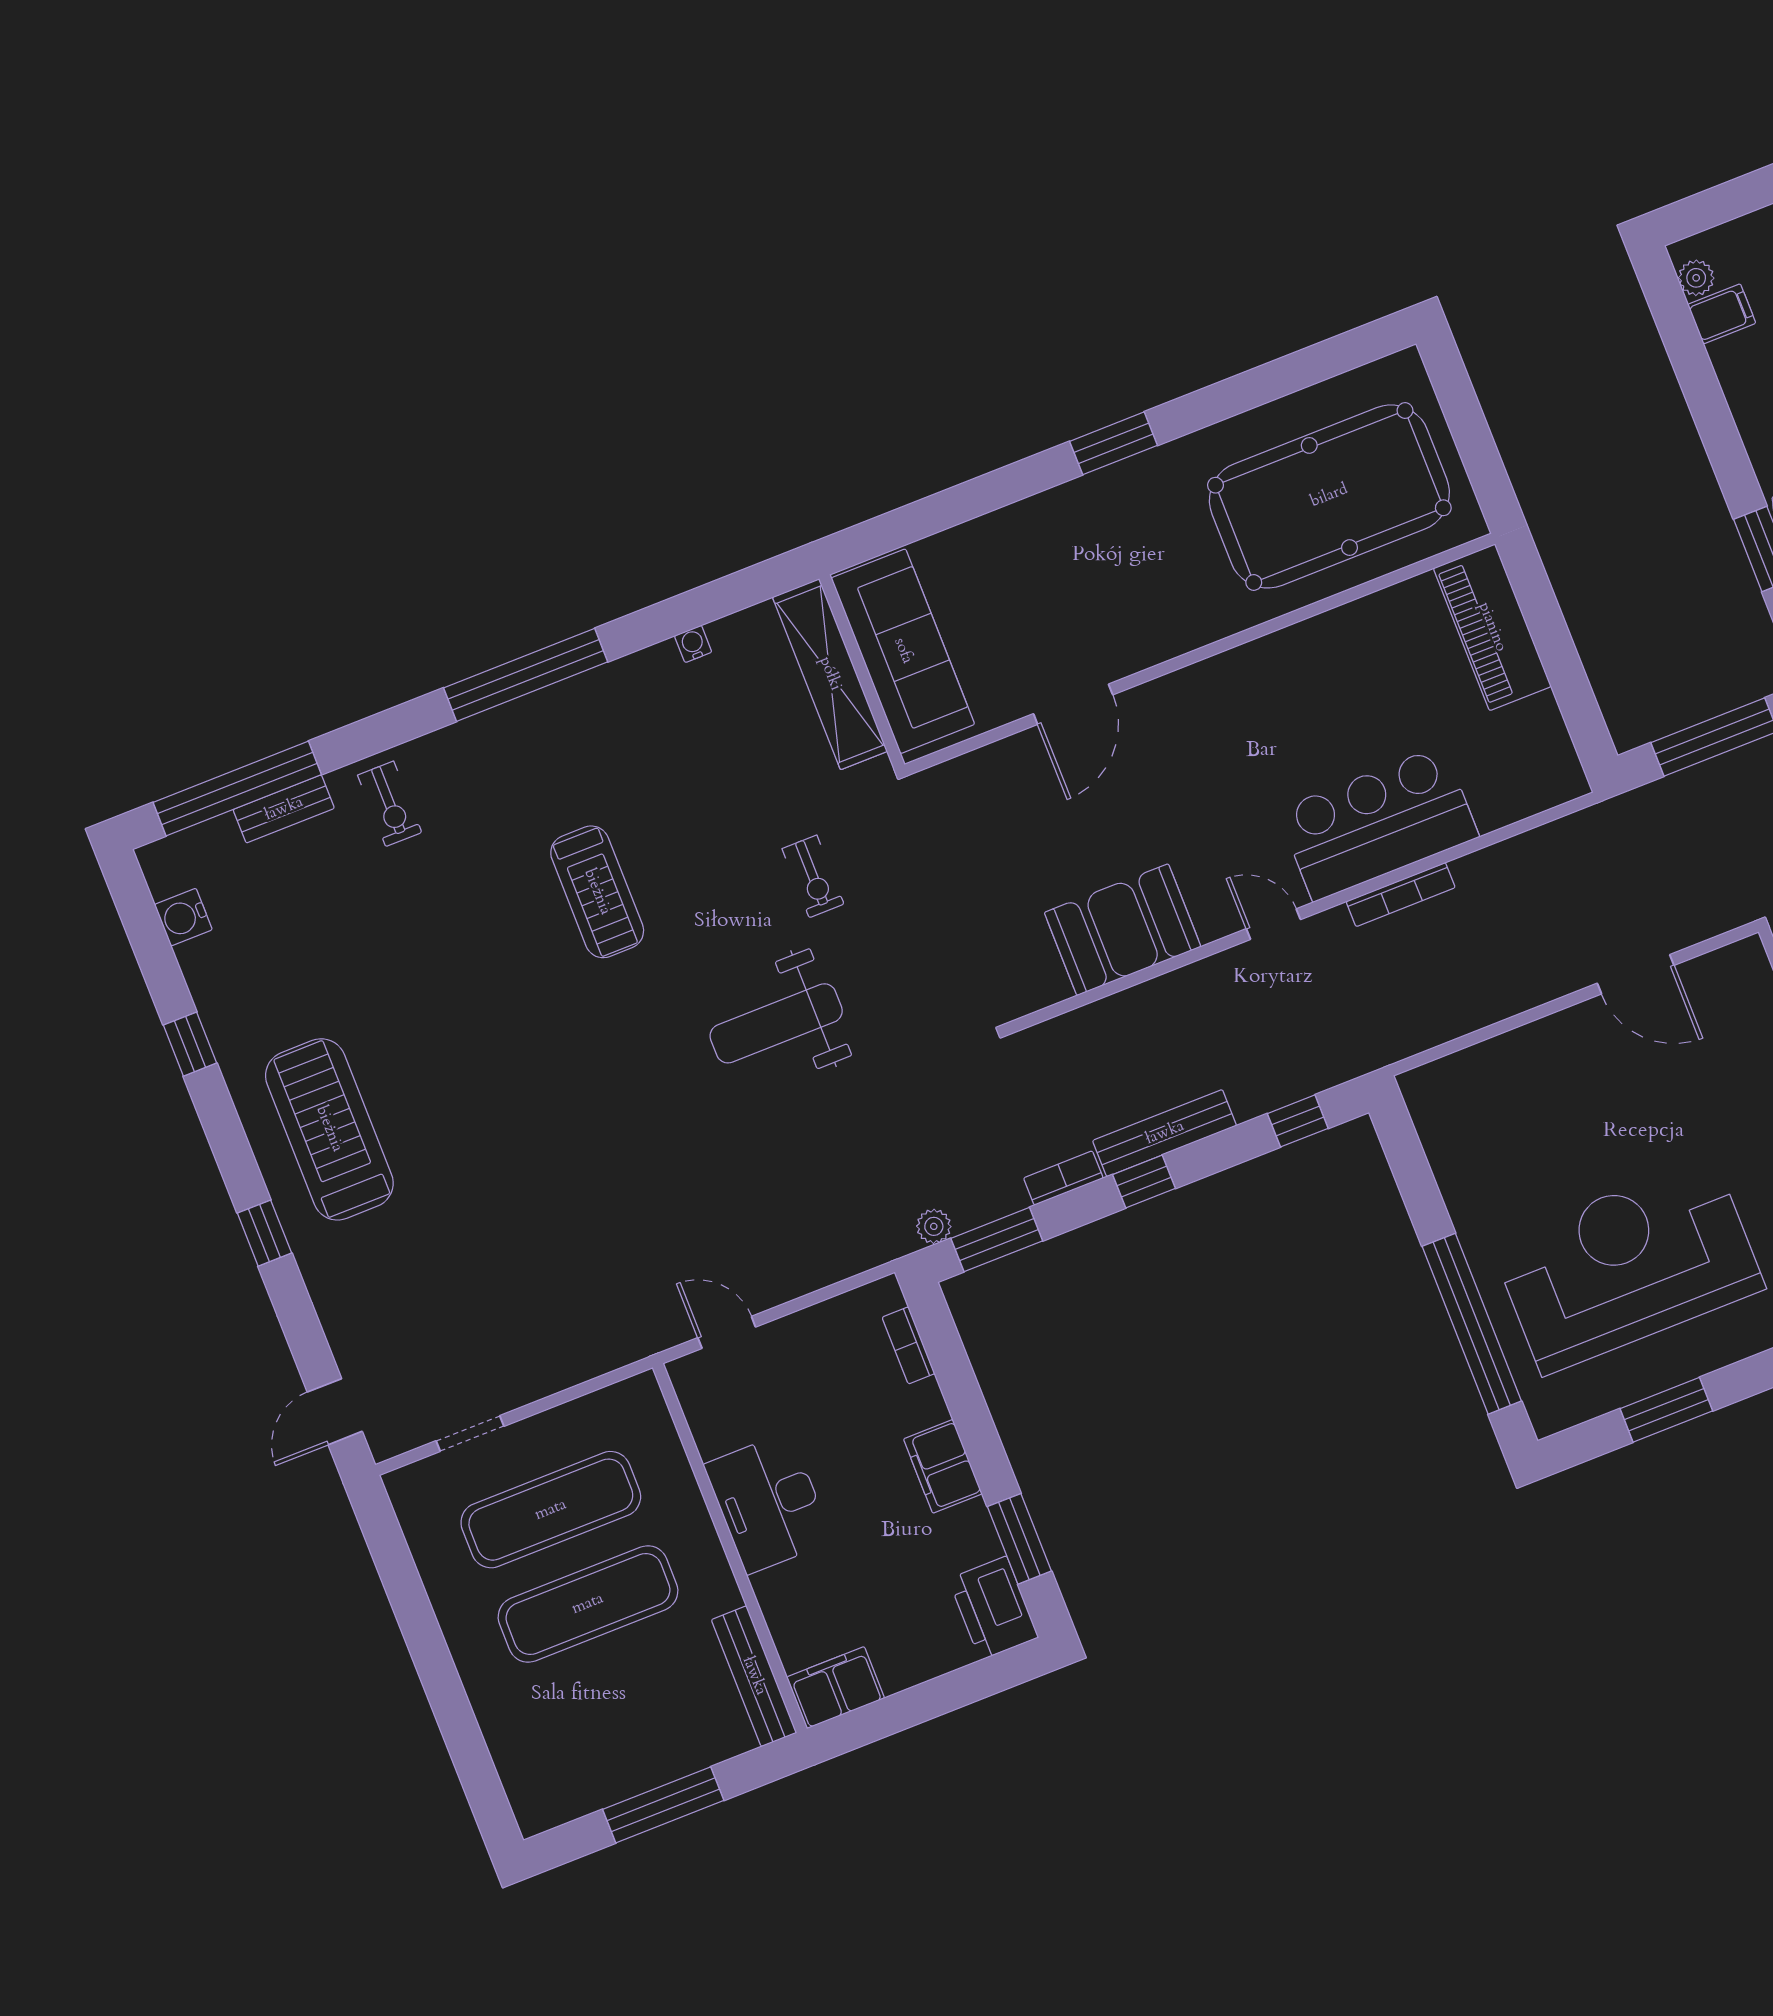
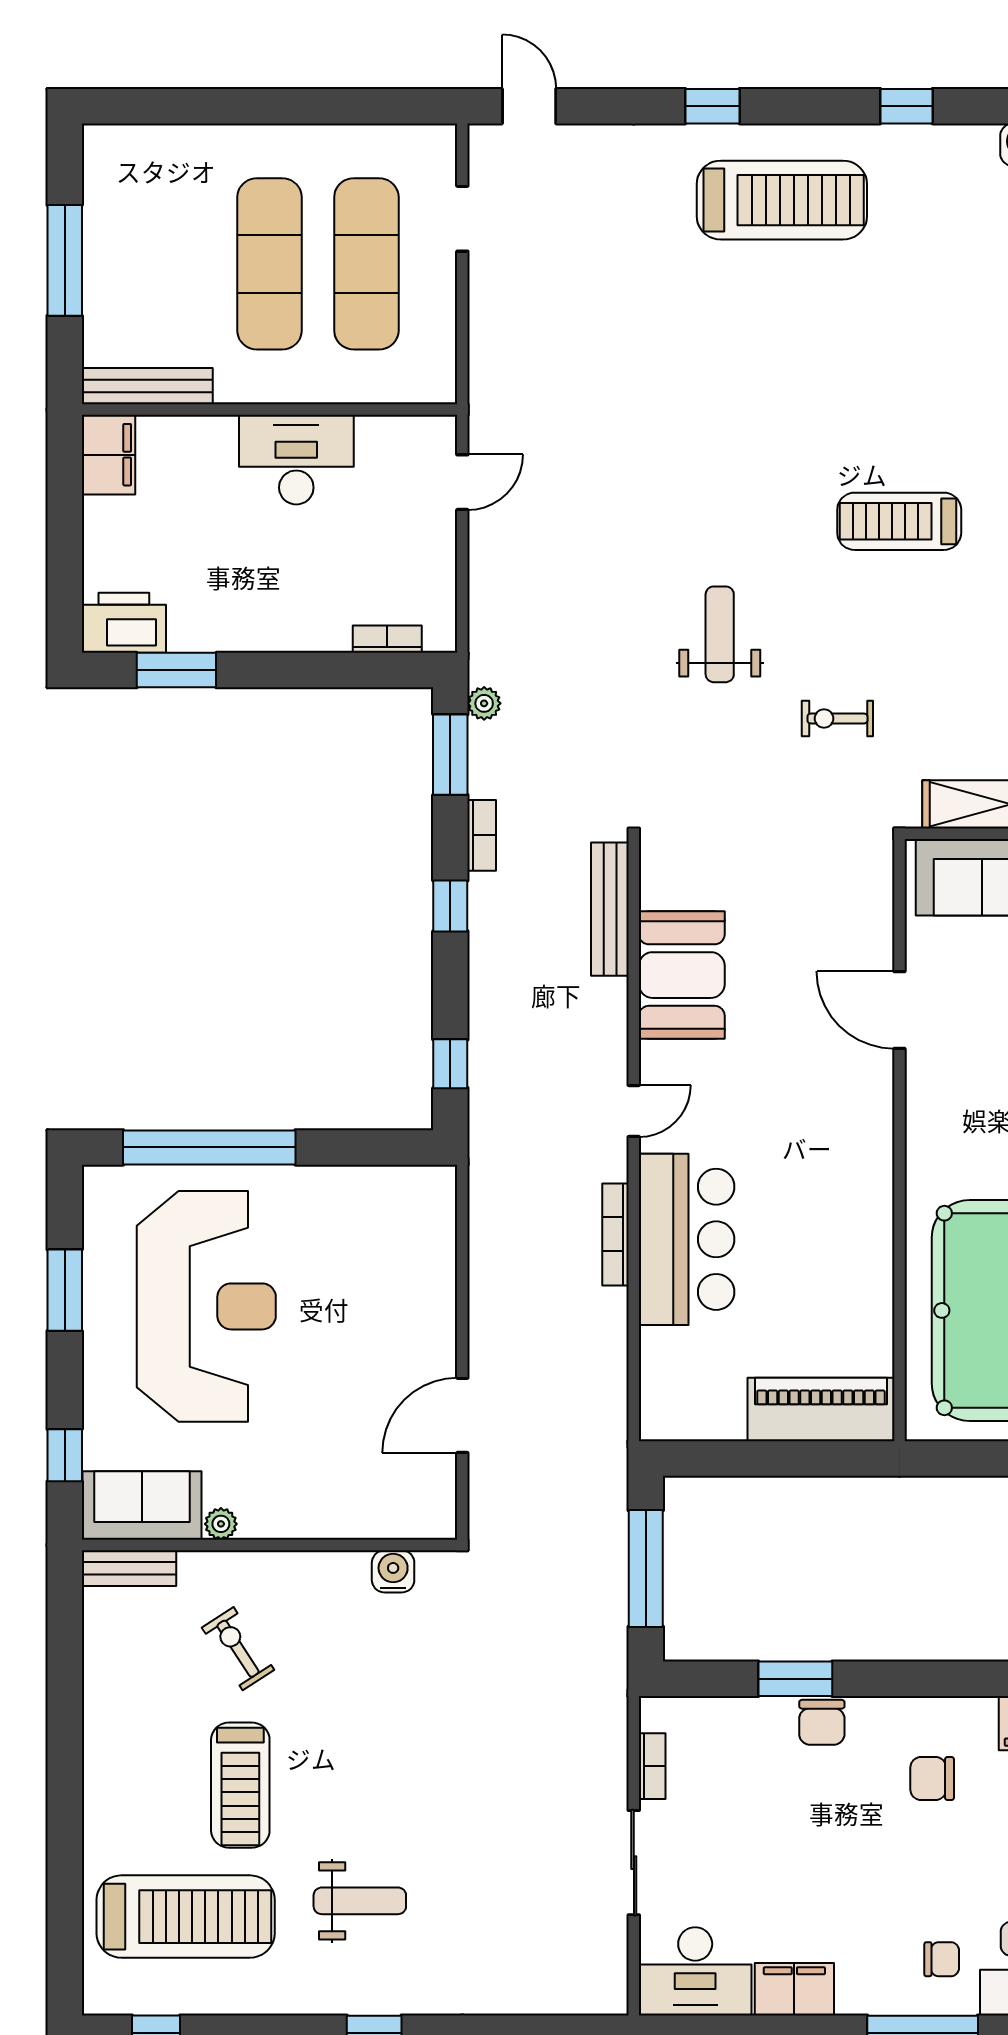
weight bench: (776, 1023) -> (720, 634), width x0.73, depth x0.75
bench: (1165, 1133) -> (610, 909), moved
filing cabinet: (943, 1466) -> (268, 627), removed

